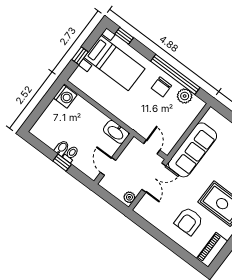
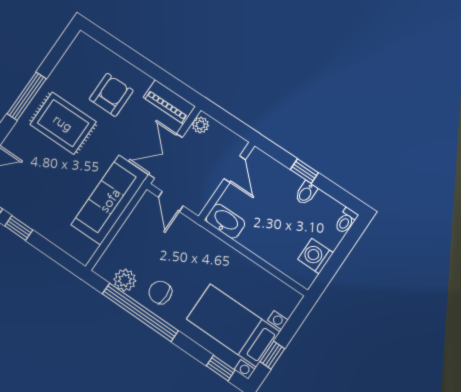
window: (80, 56) -> (272, 355), moved
chair: (161, 87) -> (160, 292), turned -90
washing machine: (65, 96) -> (316, 256), moved
toilet: (71, 154) -> (346, 221), moved
piano: (212, 250) -> (169, 102), moved, turned 90

